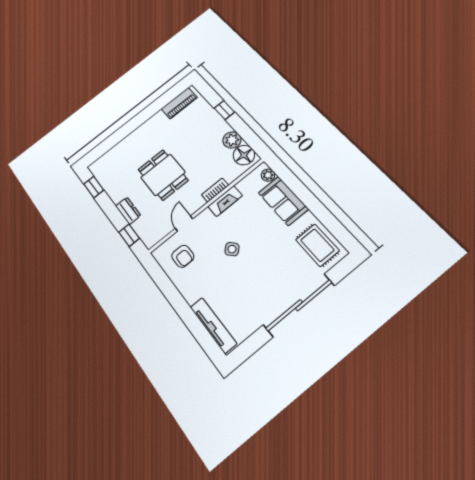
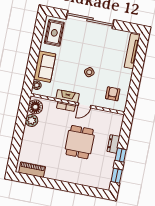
window: (224, 110) -> (17, 140), removed
door: (184, 223) -> (84, 105), moved
window: (129, 235) -> (121, 155), moved

